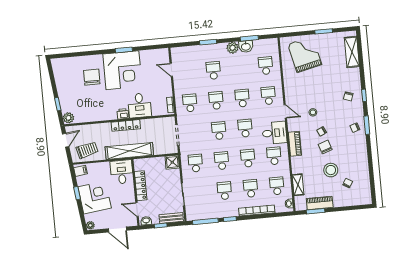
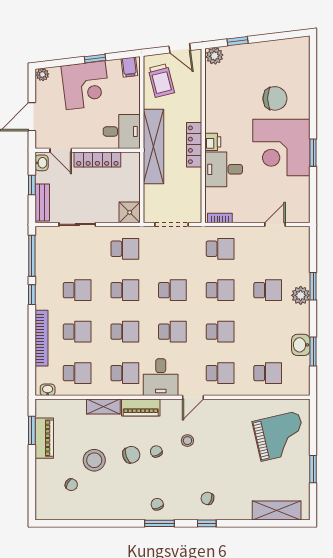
plant: (233, 48) -> (301, 295), moved
shelving: (298, 185) -> (103, 407), moved
door: (137, 209) -> (61, 150), swing flipped

